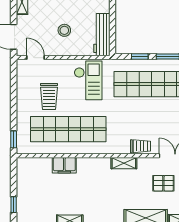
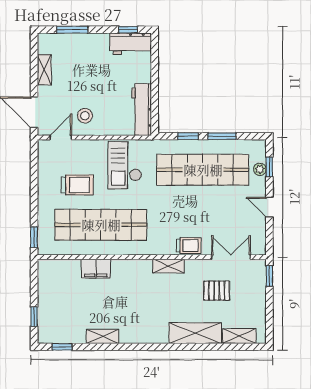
stool: (64, 30) -> (85, 116), moved
door: (36, 58) -> (61, 137), hinge flipped
checkout: (88, 80) -> (125, 165), turned 180
trolley: (49, 96) -> (77, 185), turned -90

